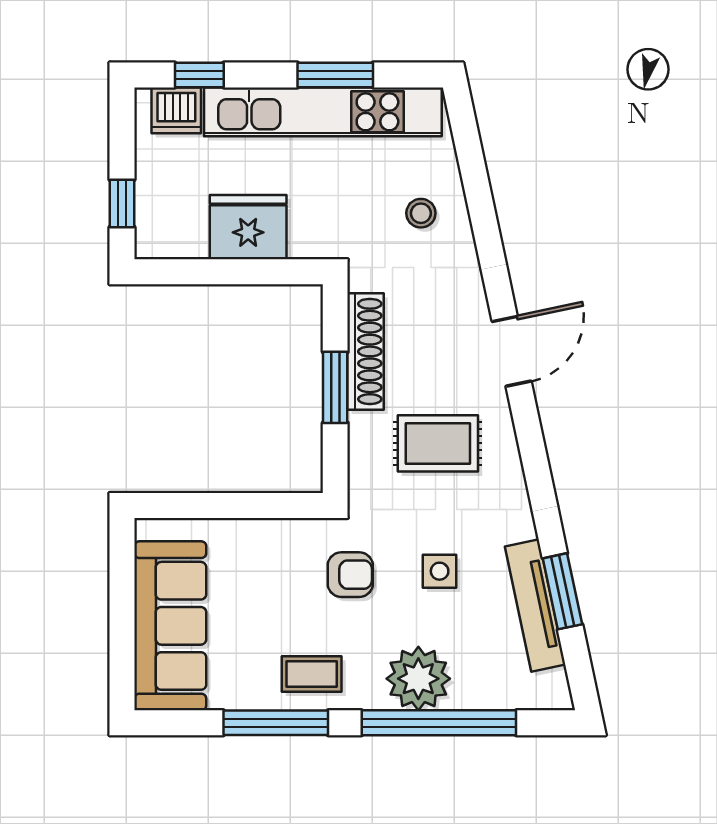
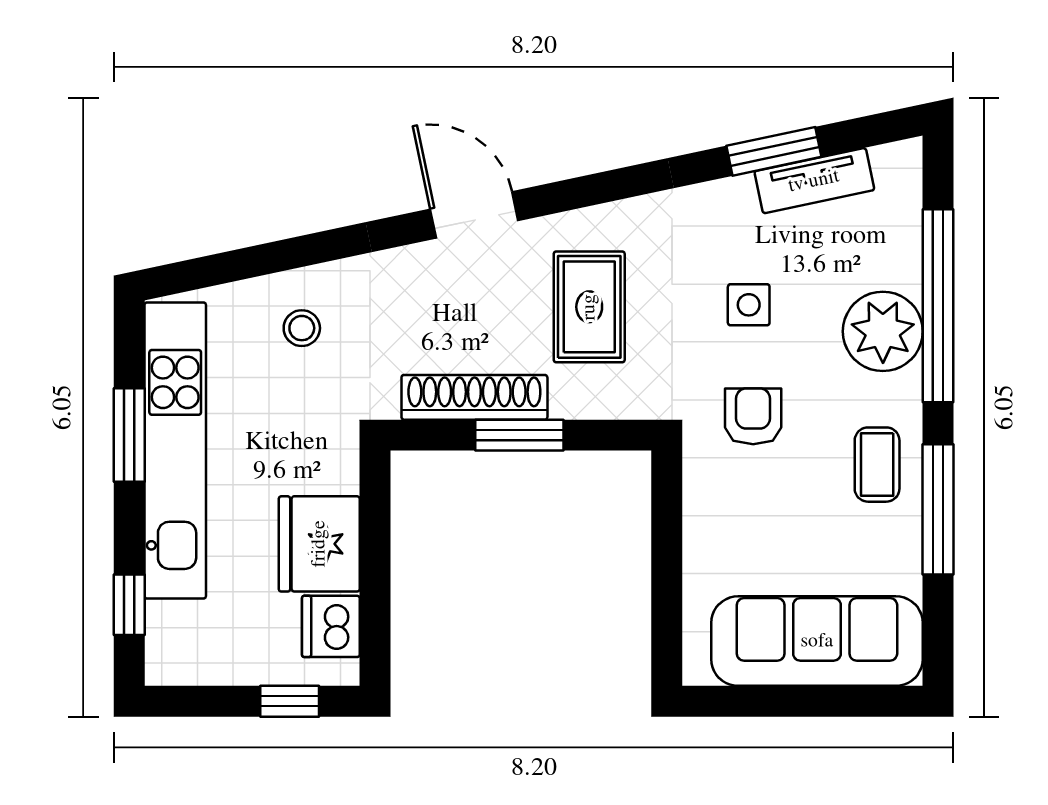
dishwasher: (176, 110) -> (331, 626), moved, turned 180
tv unit: (535, 606) -> (814, 181), width x0.71

